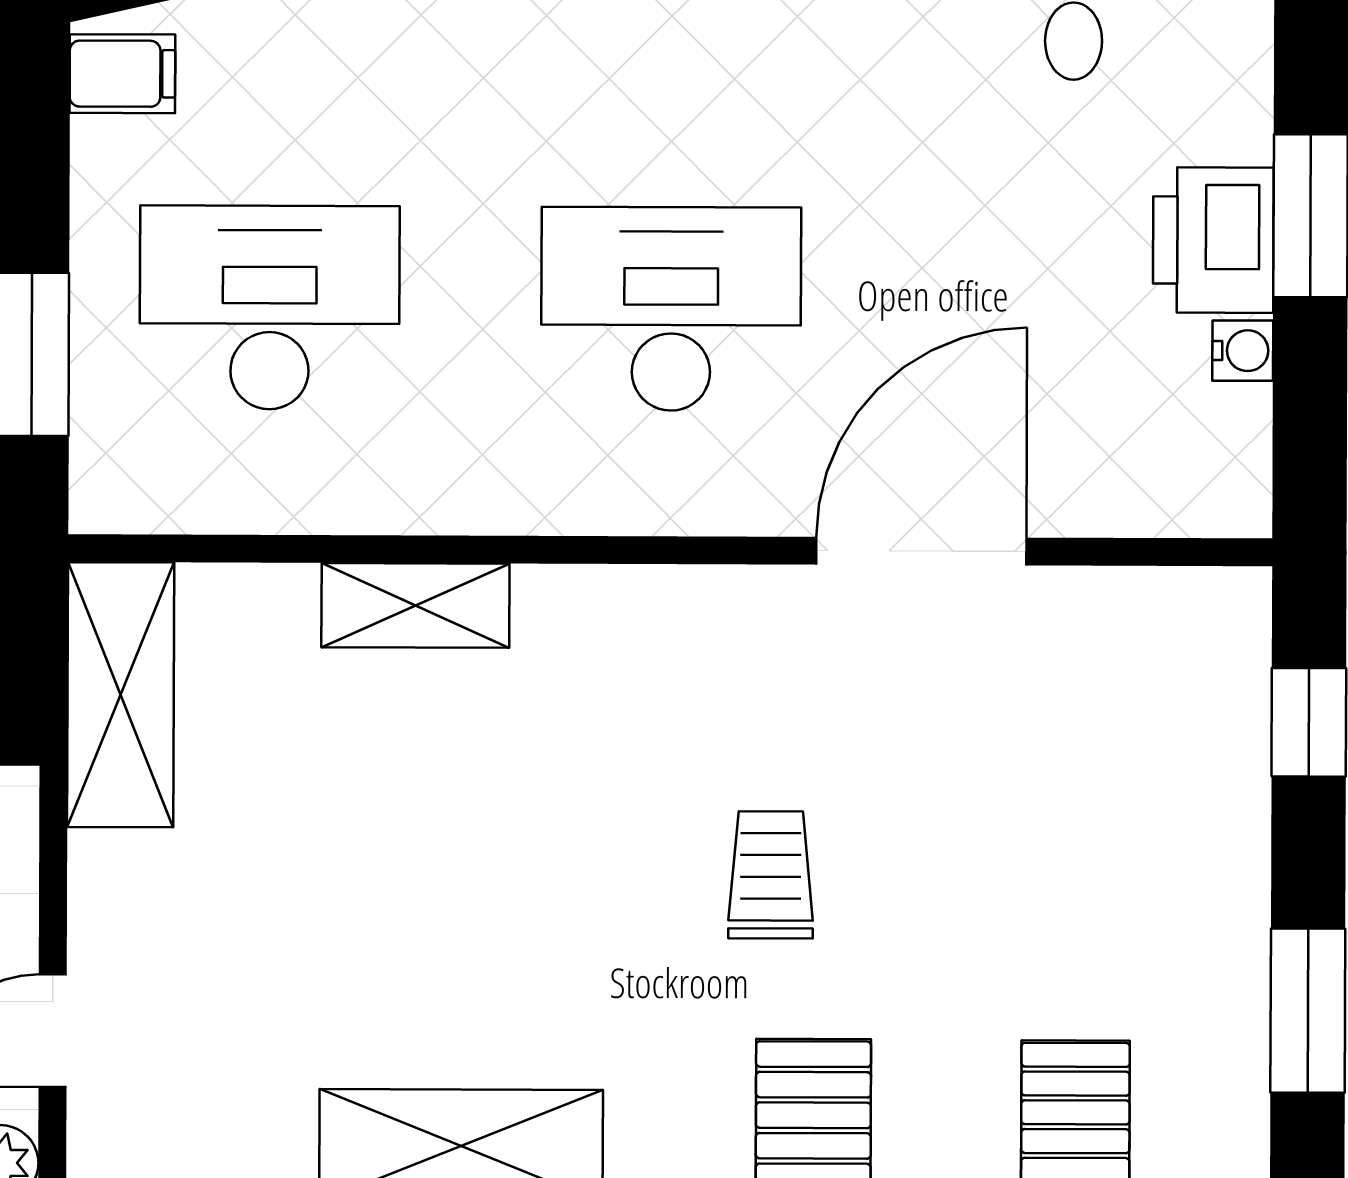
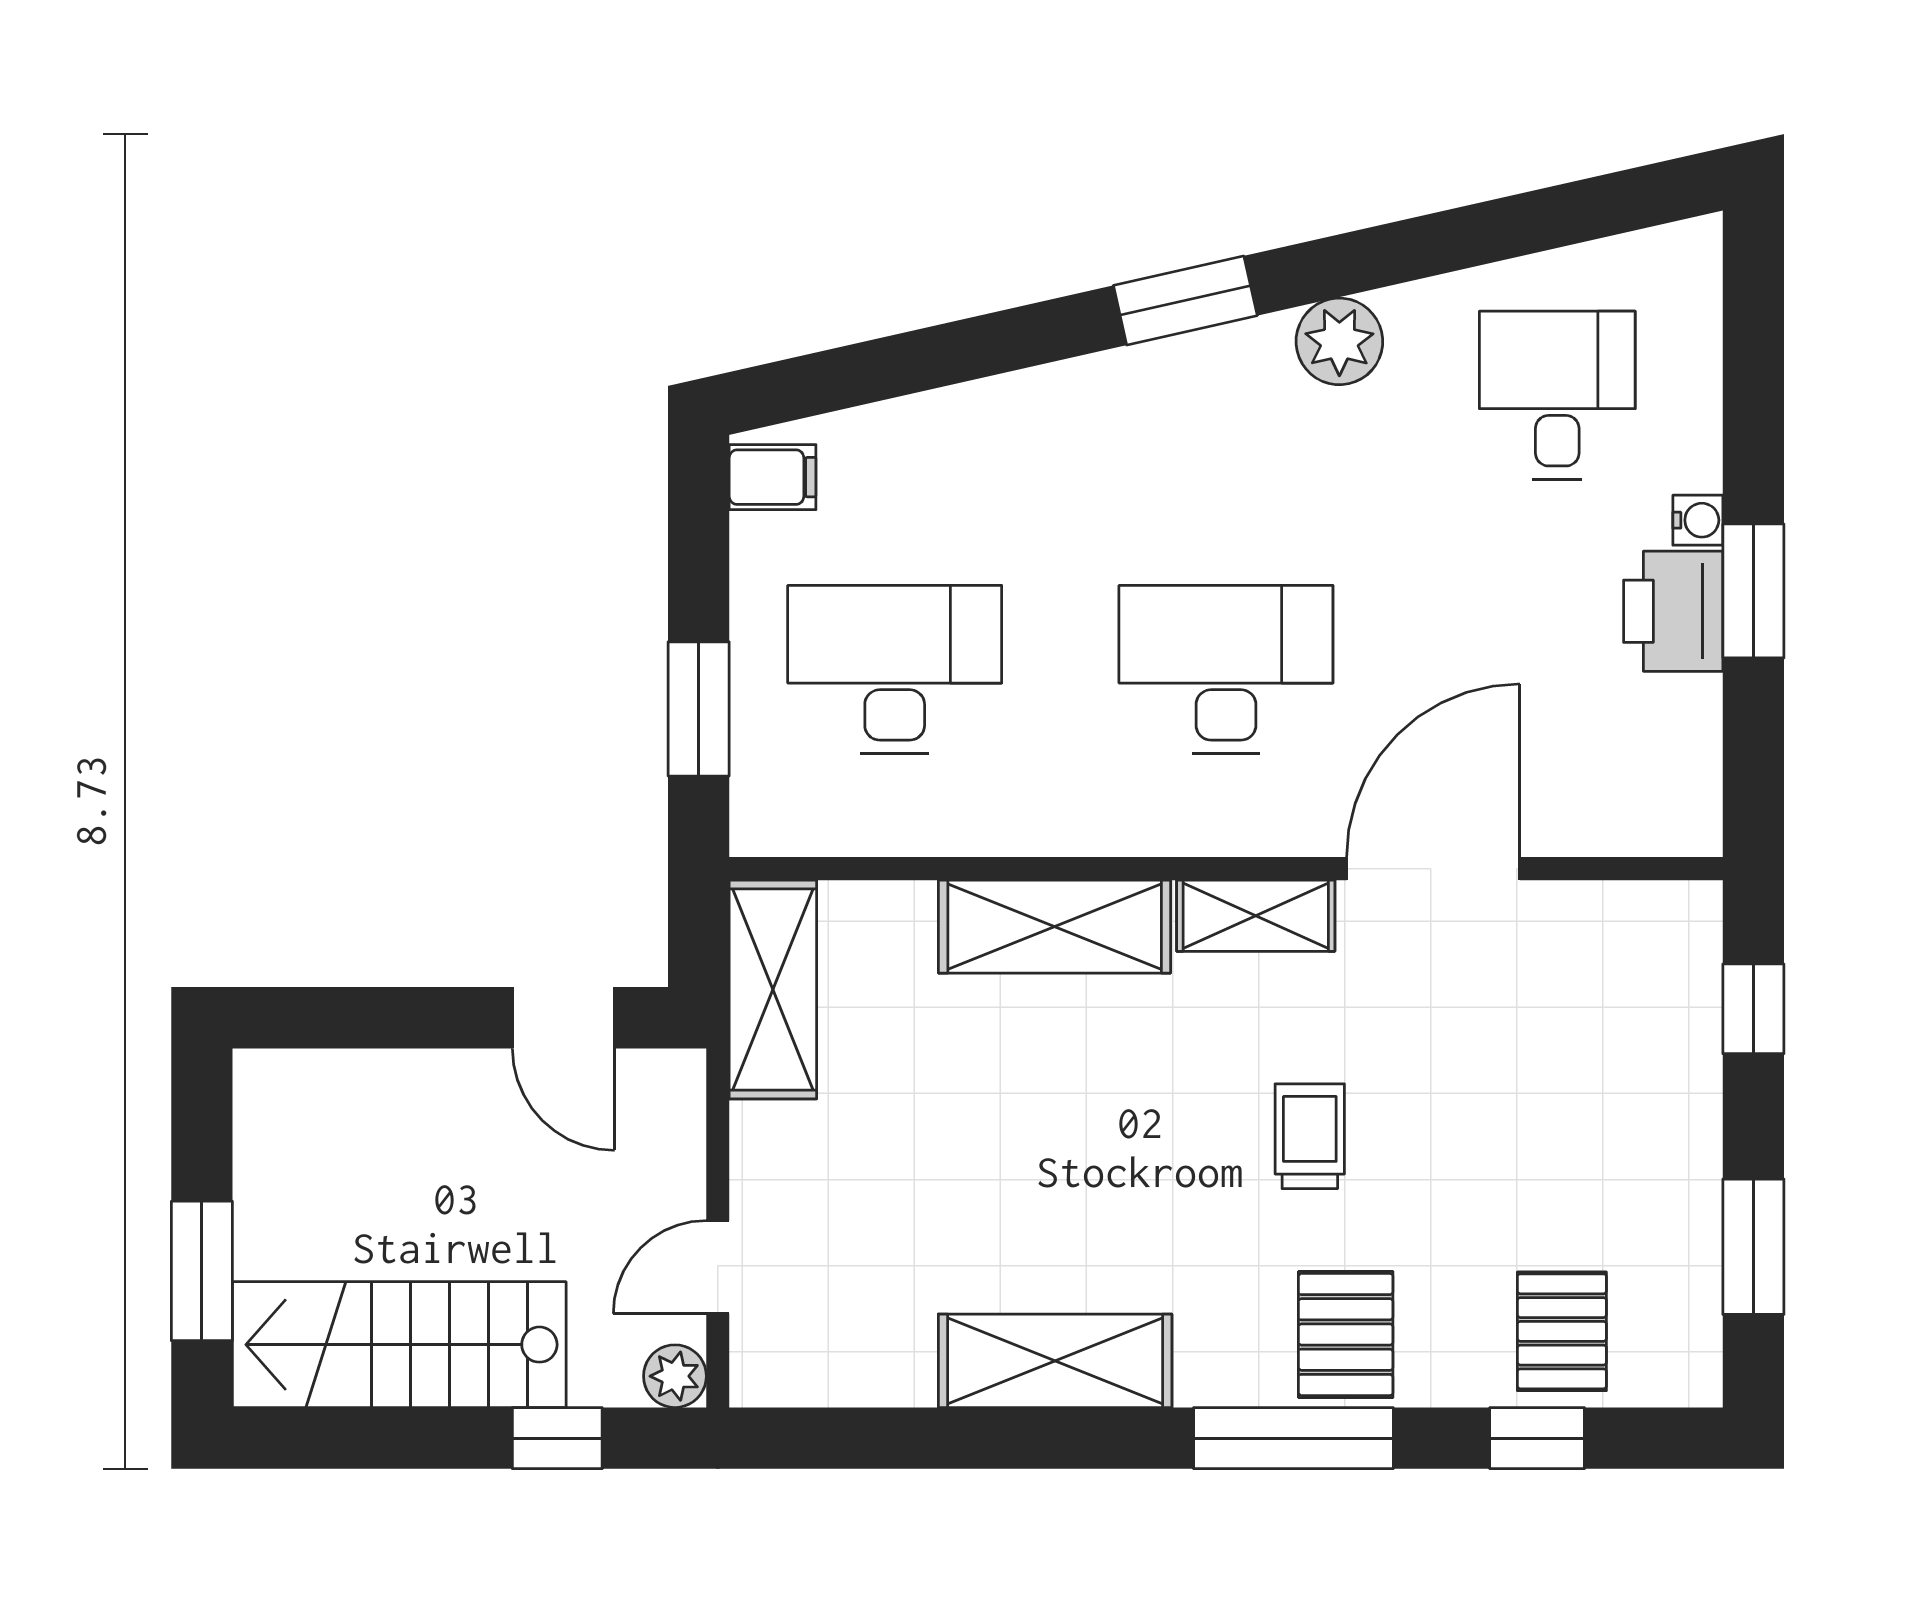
water cooler: (1243, 351) -> (1698, 520), moved
shelving: (415, 605) -> (1055, 927), width x1.50, depth x1.33
shelving: (706, 607) -> (1256, 916), added

